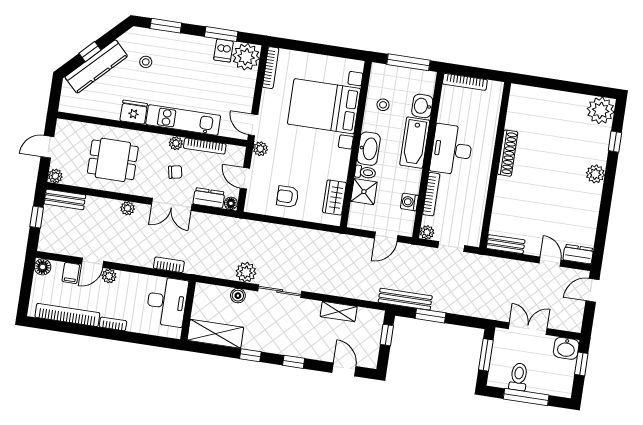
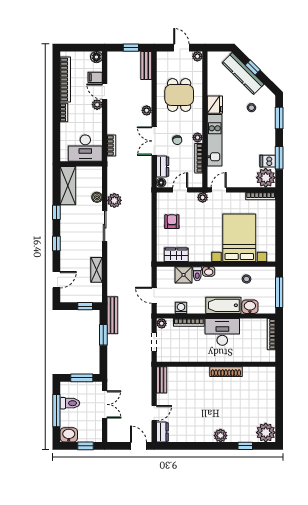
washbasin: (369, 149) -> (209, 271), width x0.52, depth x0.69
plant: (55, 176) -> (197, 56), moved
washbasin: (566, 348) -> (69, 435), moved, turned 90

